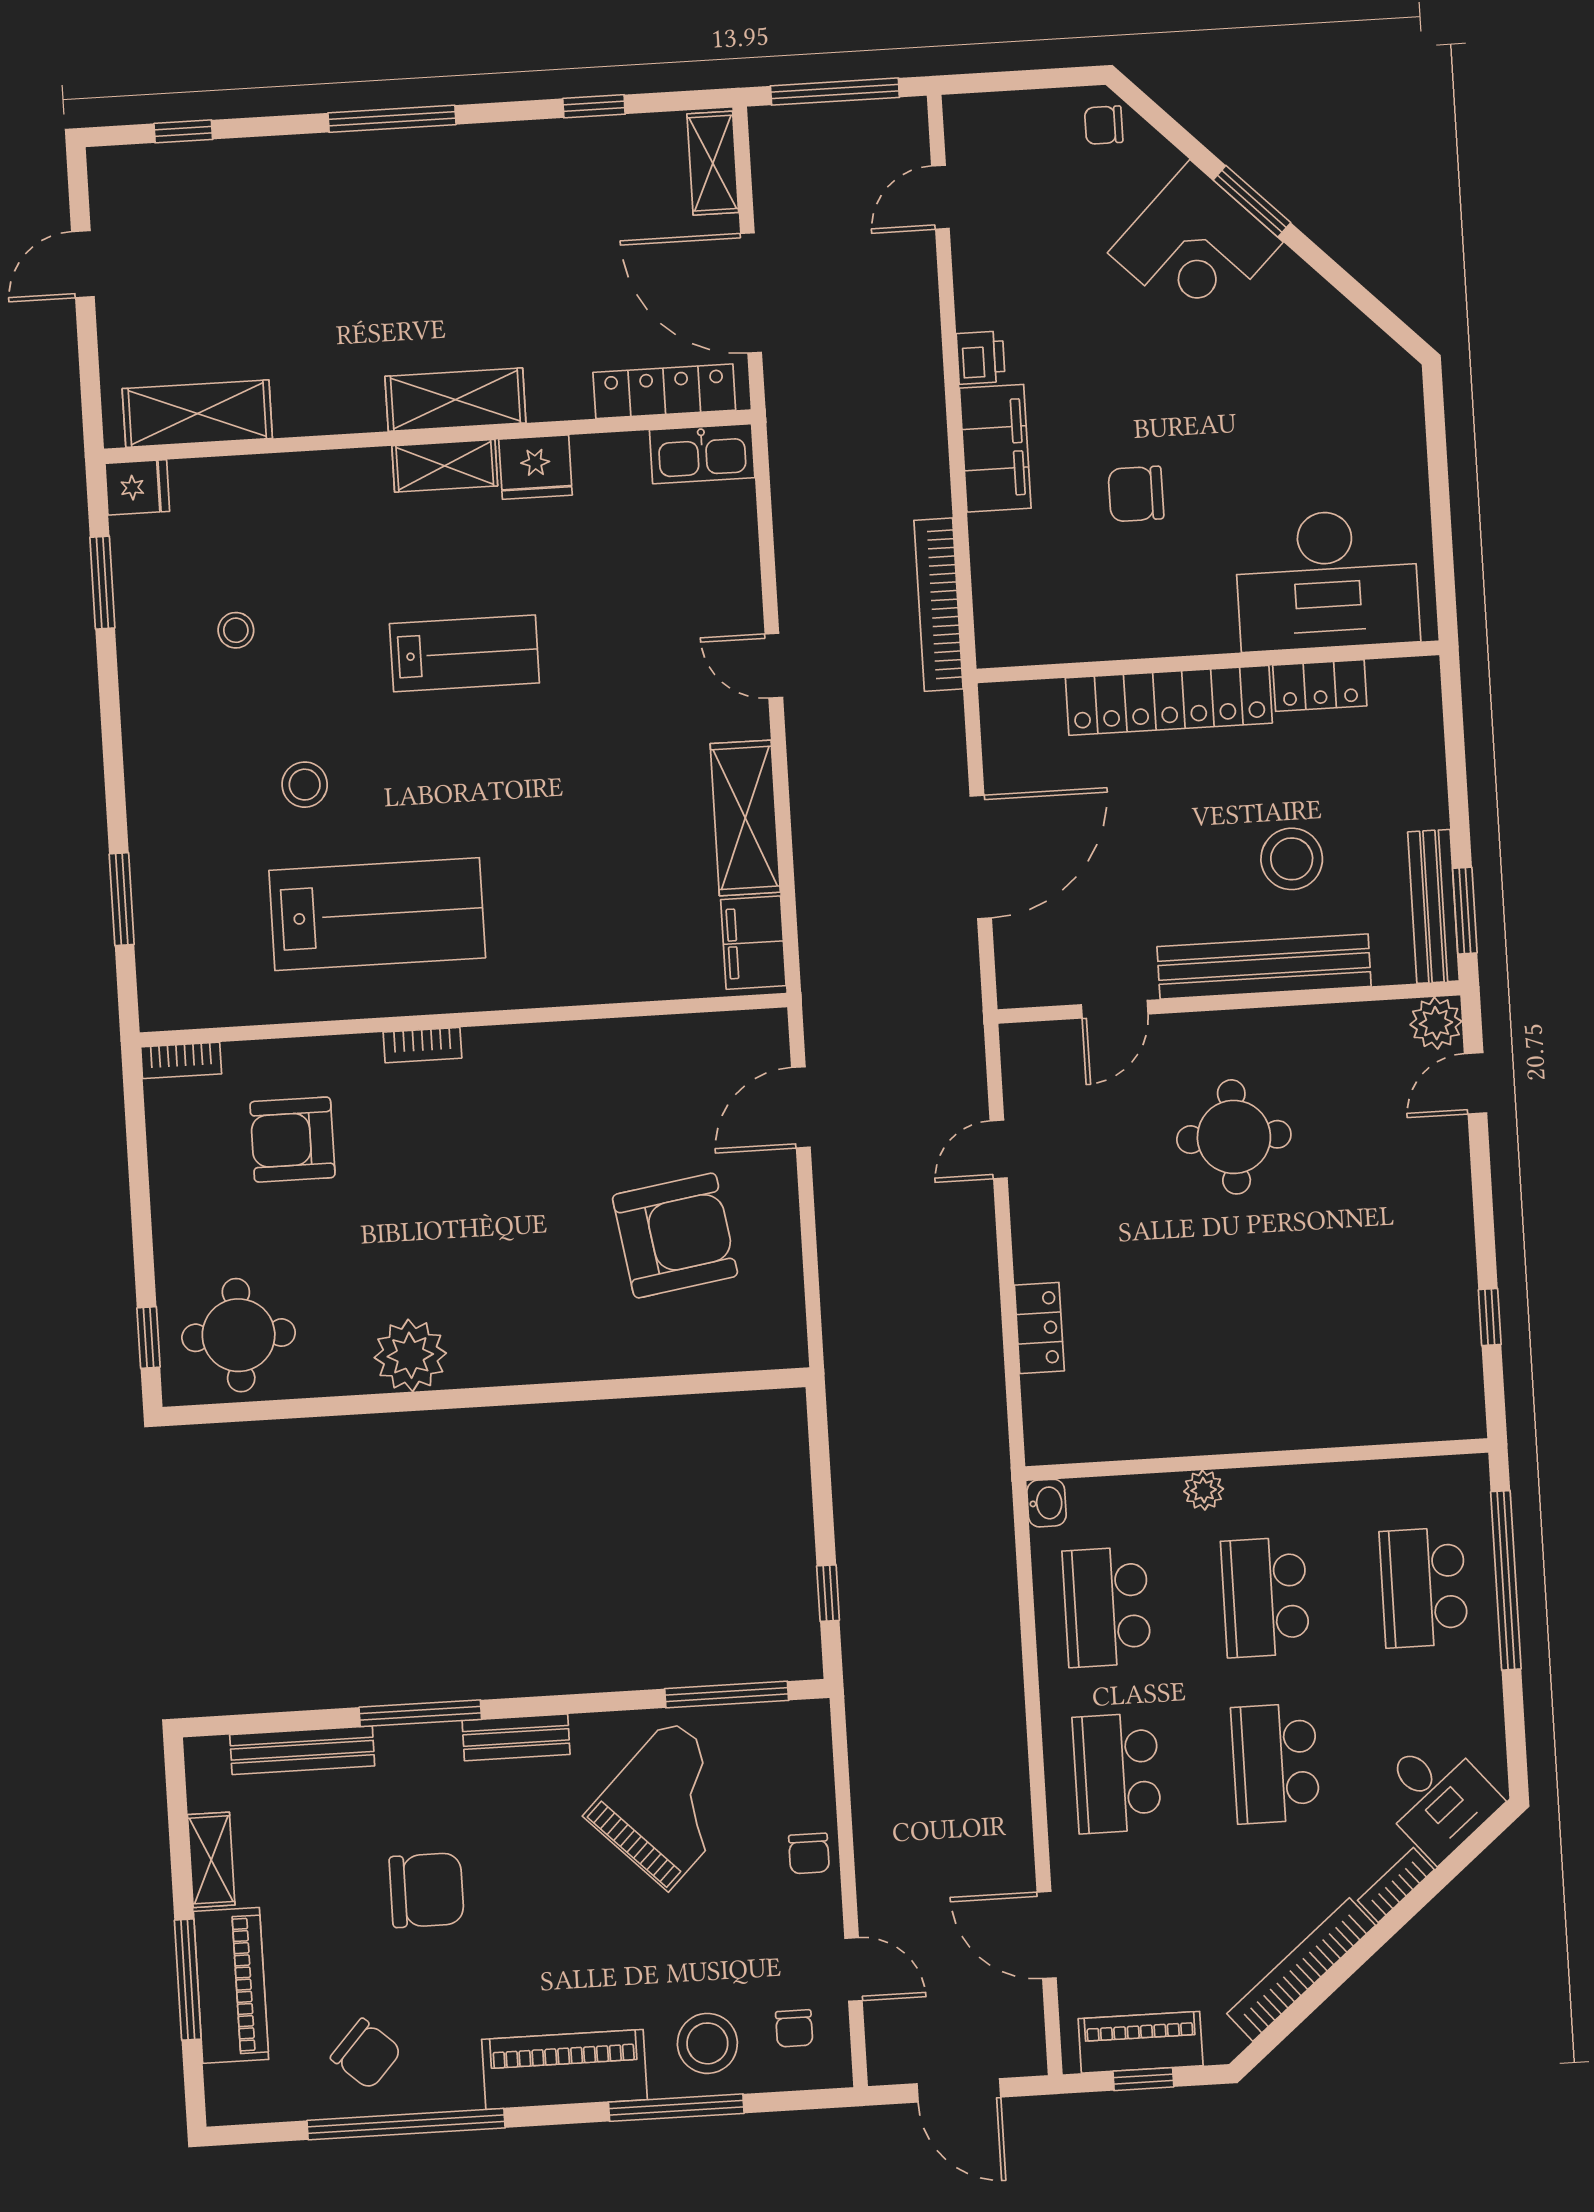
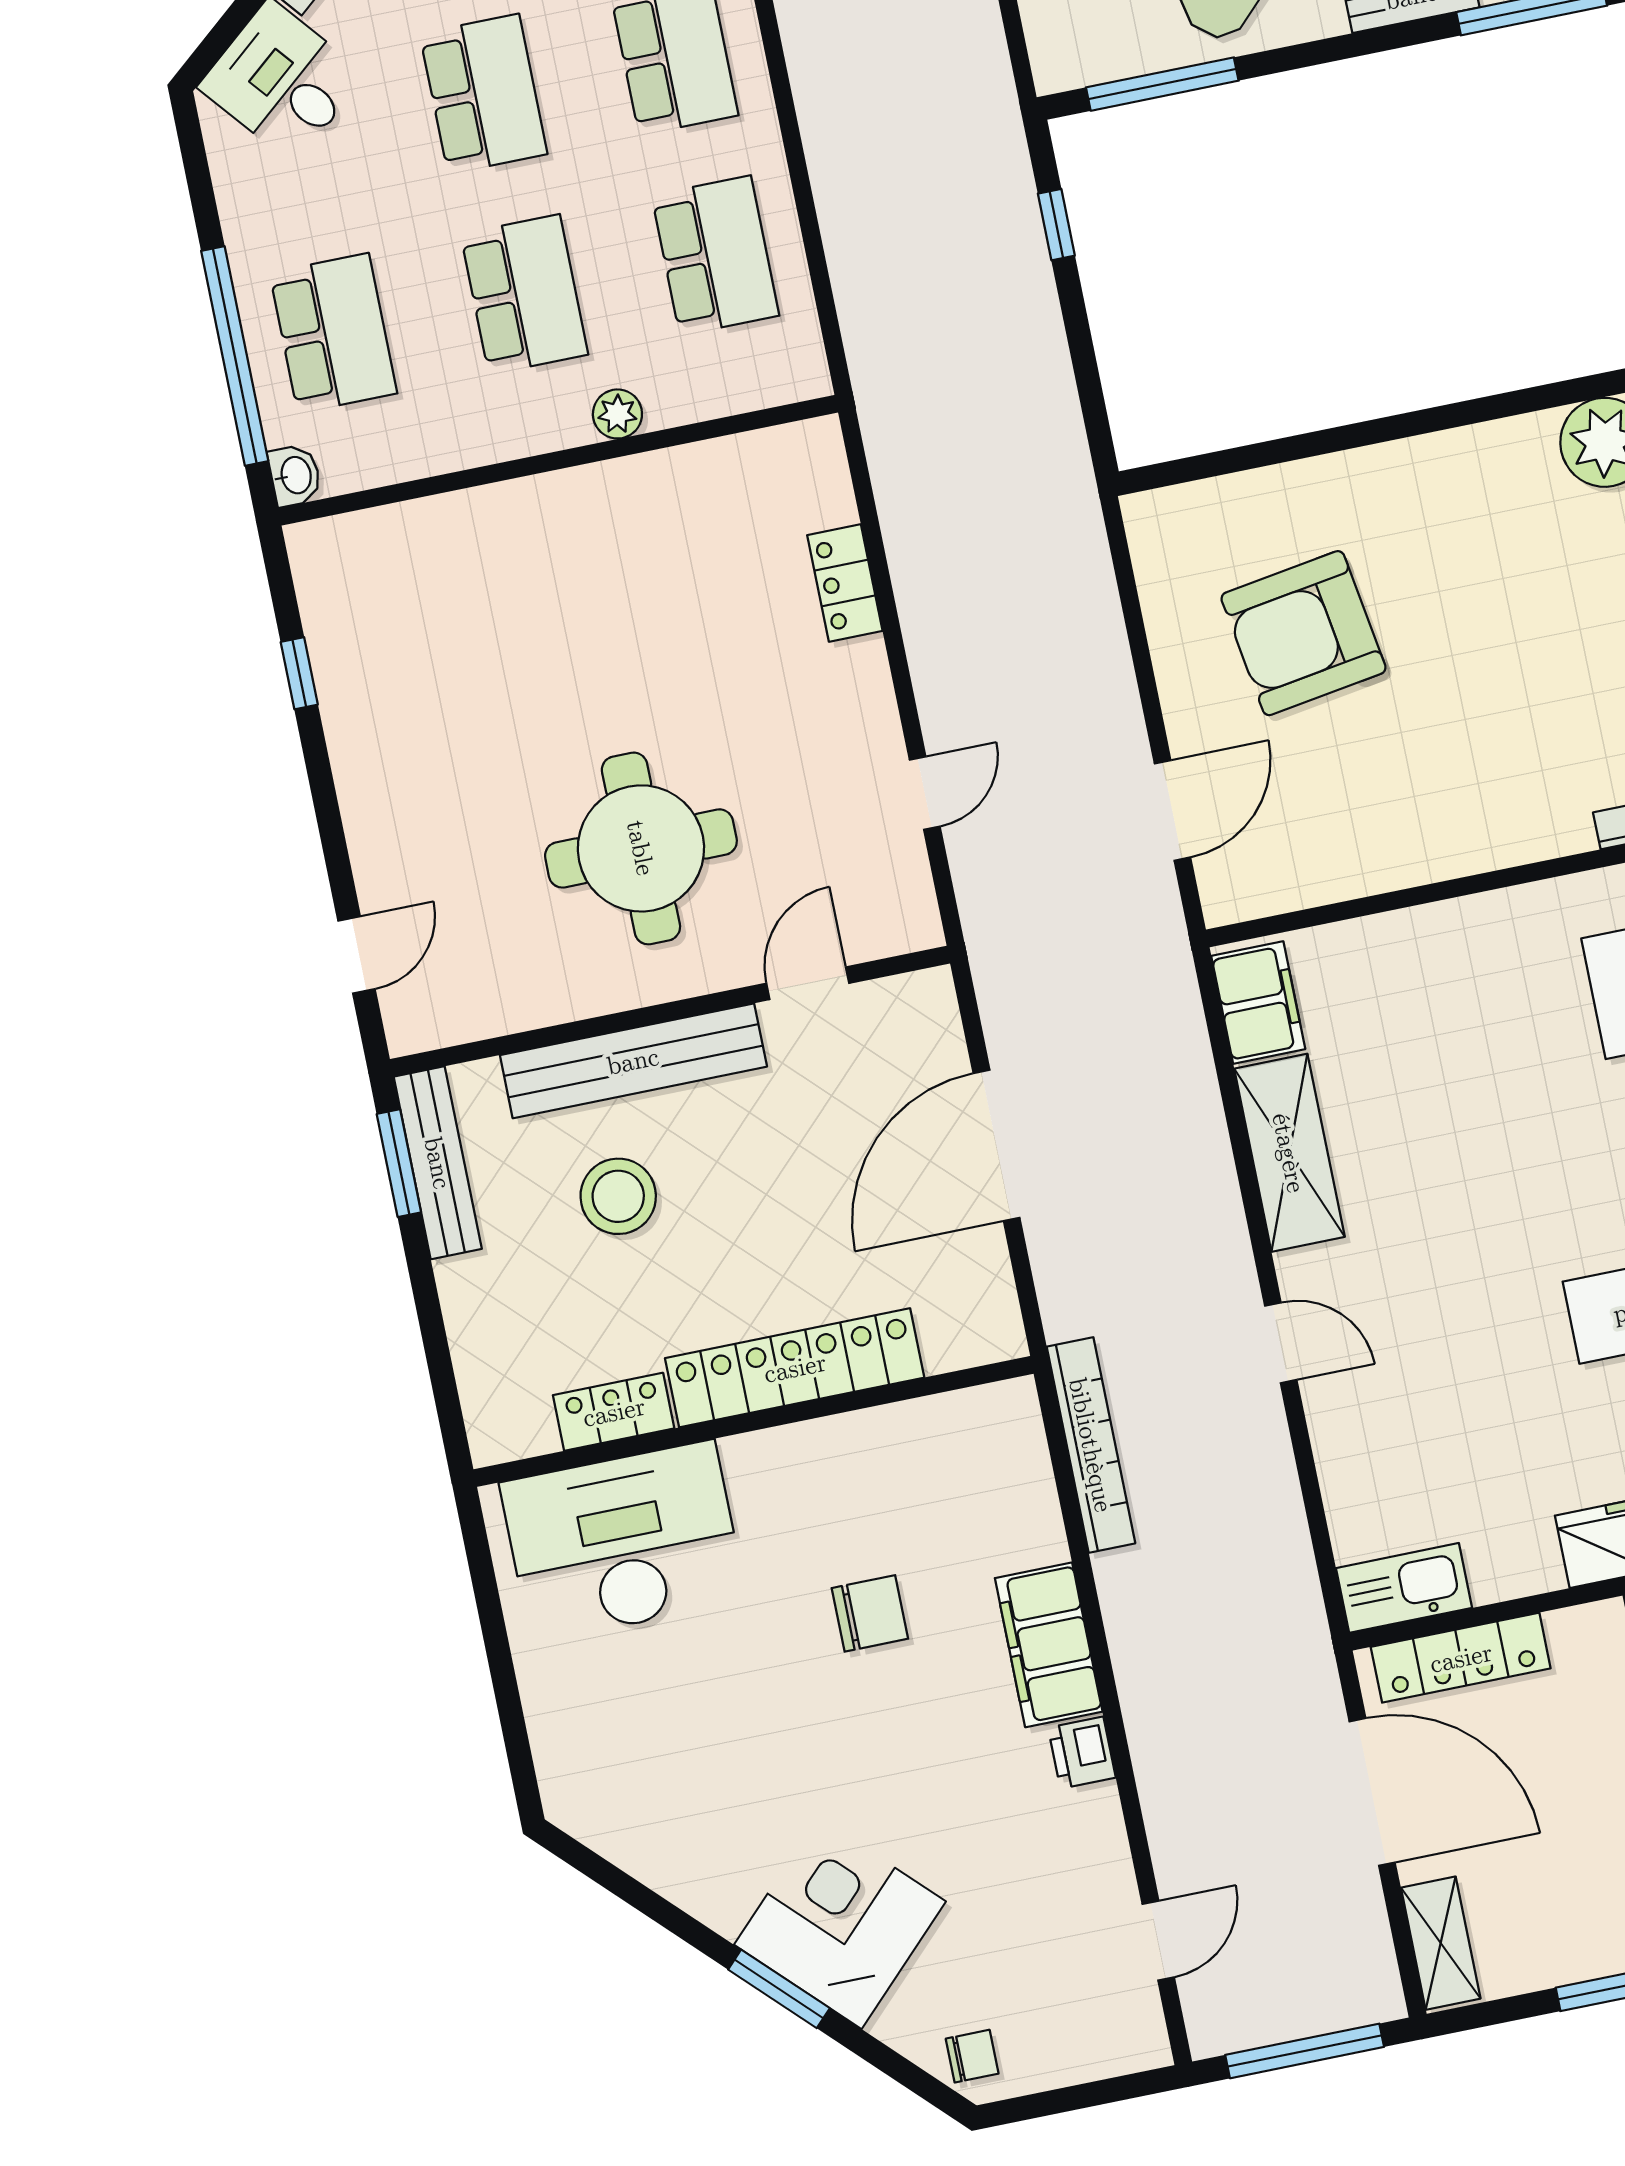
plant: (1436, 1023) -> (415, 1021), removed
round table: (1234, 1137) -> (641, 848), width x1.36, depth x1.36
washbasin: (1047, 1503) -> (295, 475), moved, turned 180

